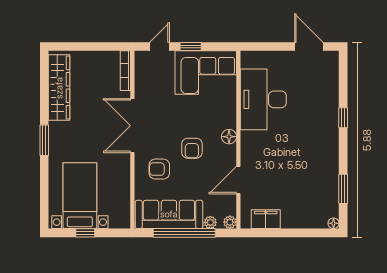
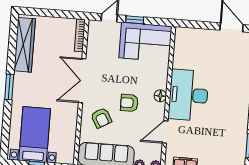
desk: (263, 99) -> (189, 95), moved
armchair: (192, 148) -> (129, 103), turned 90
armchair: (159, 169) -> (101, 118), turned -120

